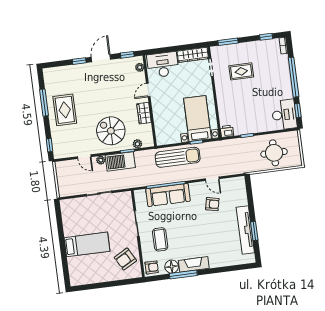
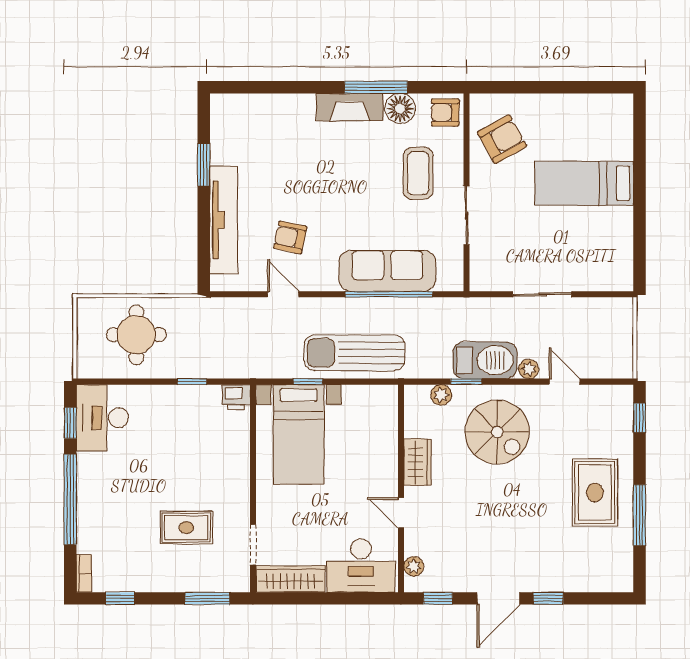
door: (148, 90) -> (401, 513), swing flipped
tv unit: (245, 230) -> (224, 220), moved

